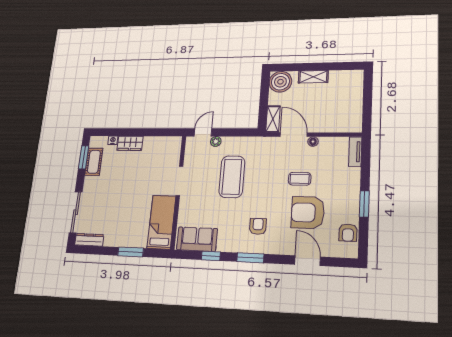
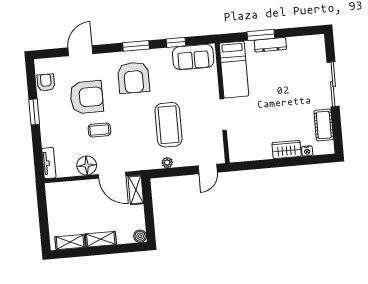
shelving: (344, 76) -> (70, 242), added
boiler: (280, 82) -> (140, 236), width x0.54, depth x0.54
plant: (216, 141) -> (167, 163), moved
floor lamp: (313, 142) -> (87, 165), width x1.89, depth x1.89
window: (84, 157) -> (337, 129), removed
sliding door: (76, 212) -> (333, 84), moved
armchair: (258, 226) -> (134, 78), width x1.88, depth x1.88
dresser: (89, 240) -> (270, 45), moved
door: (308, 261) -> (80, 51), swing flipped

